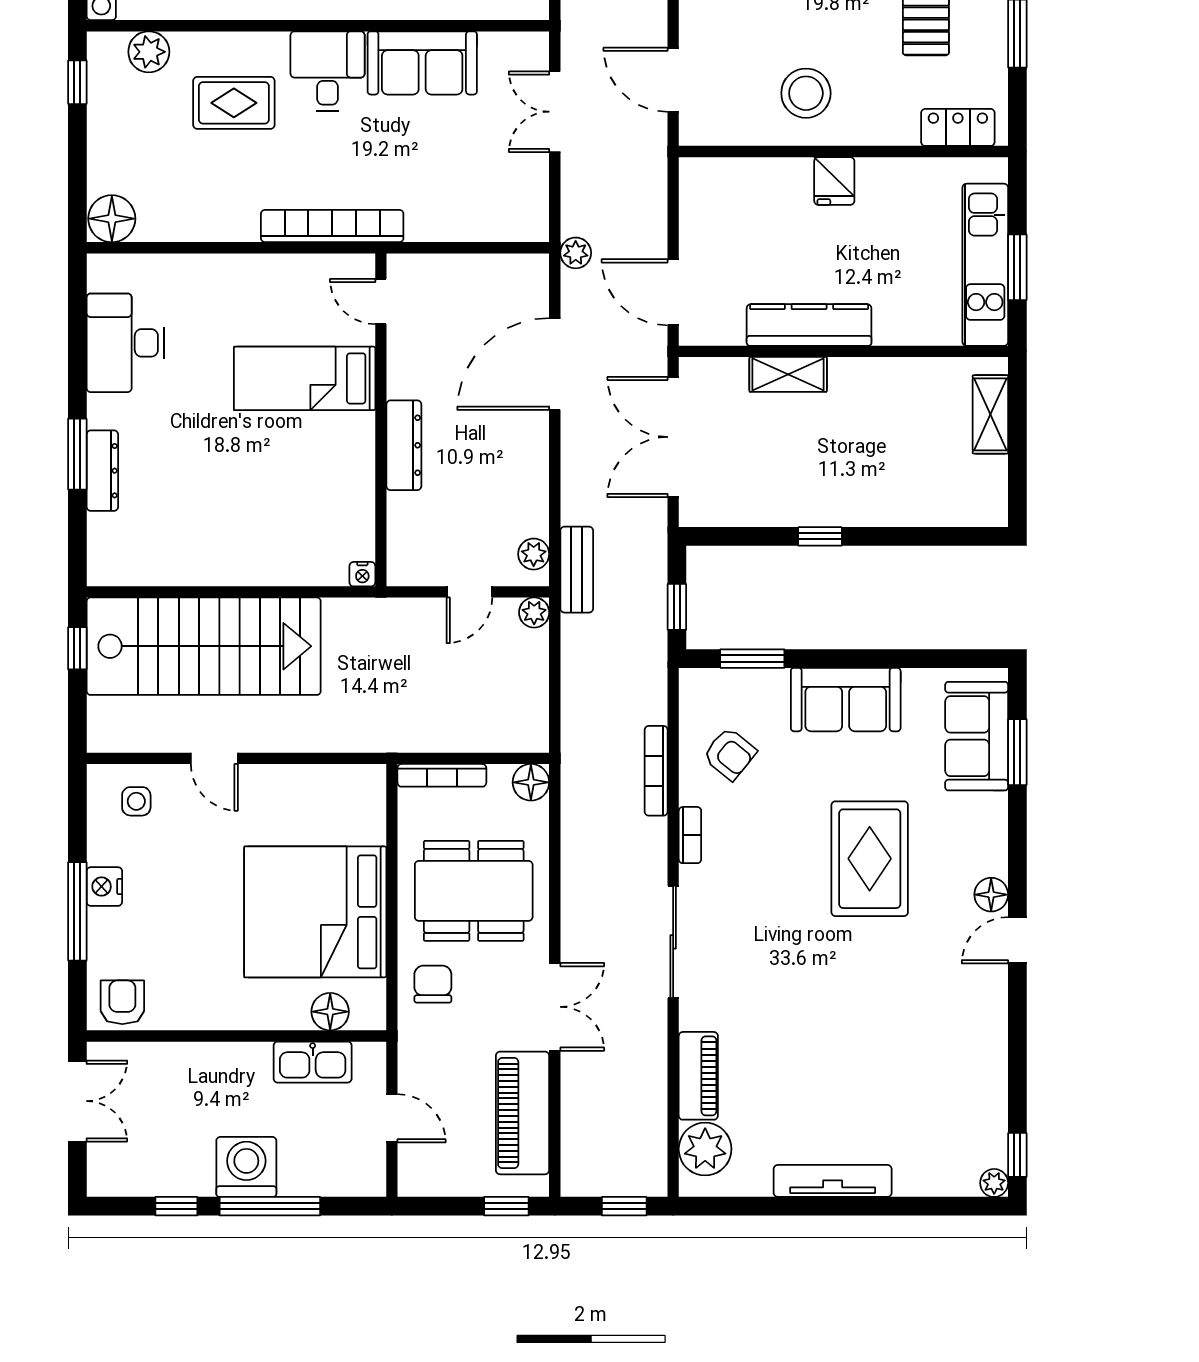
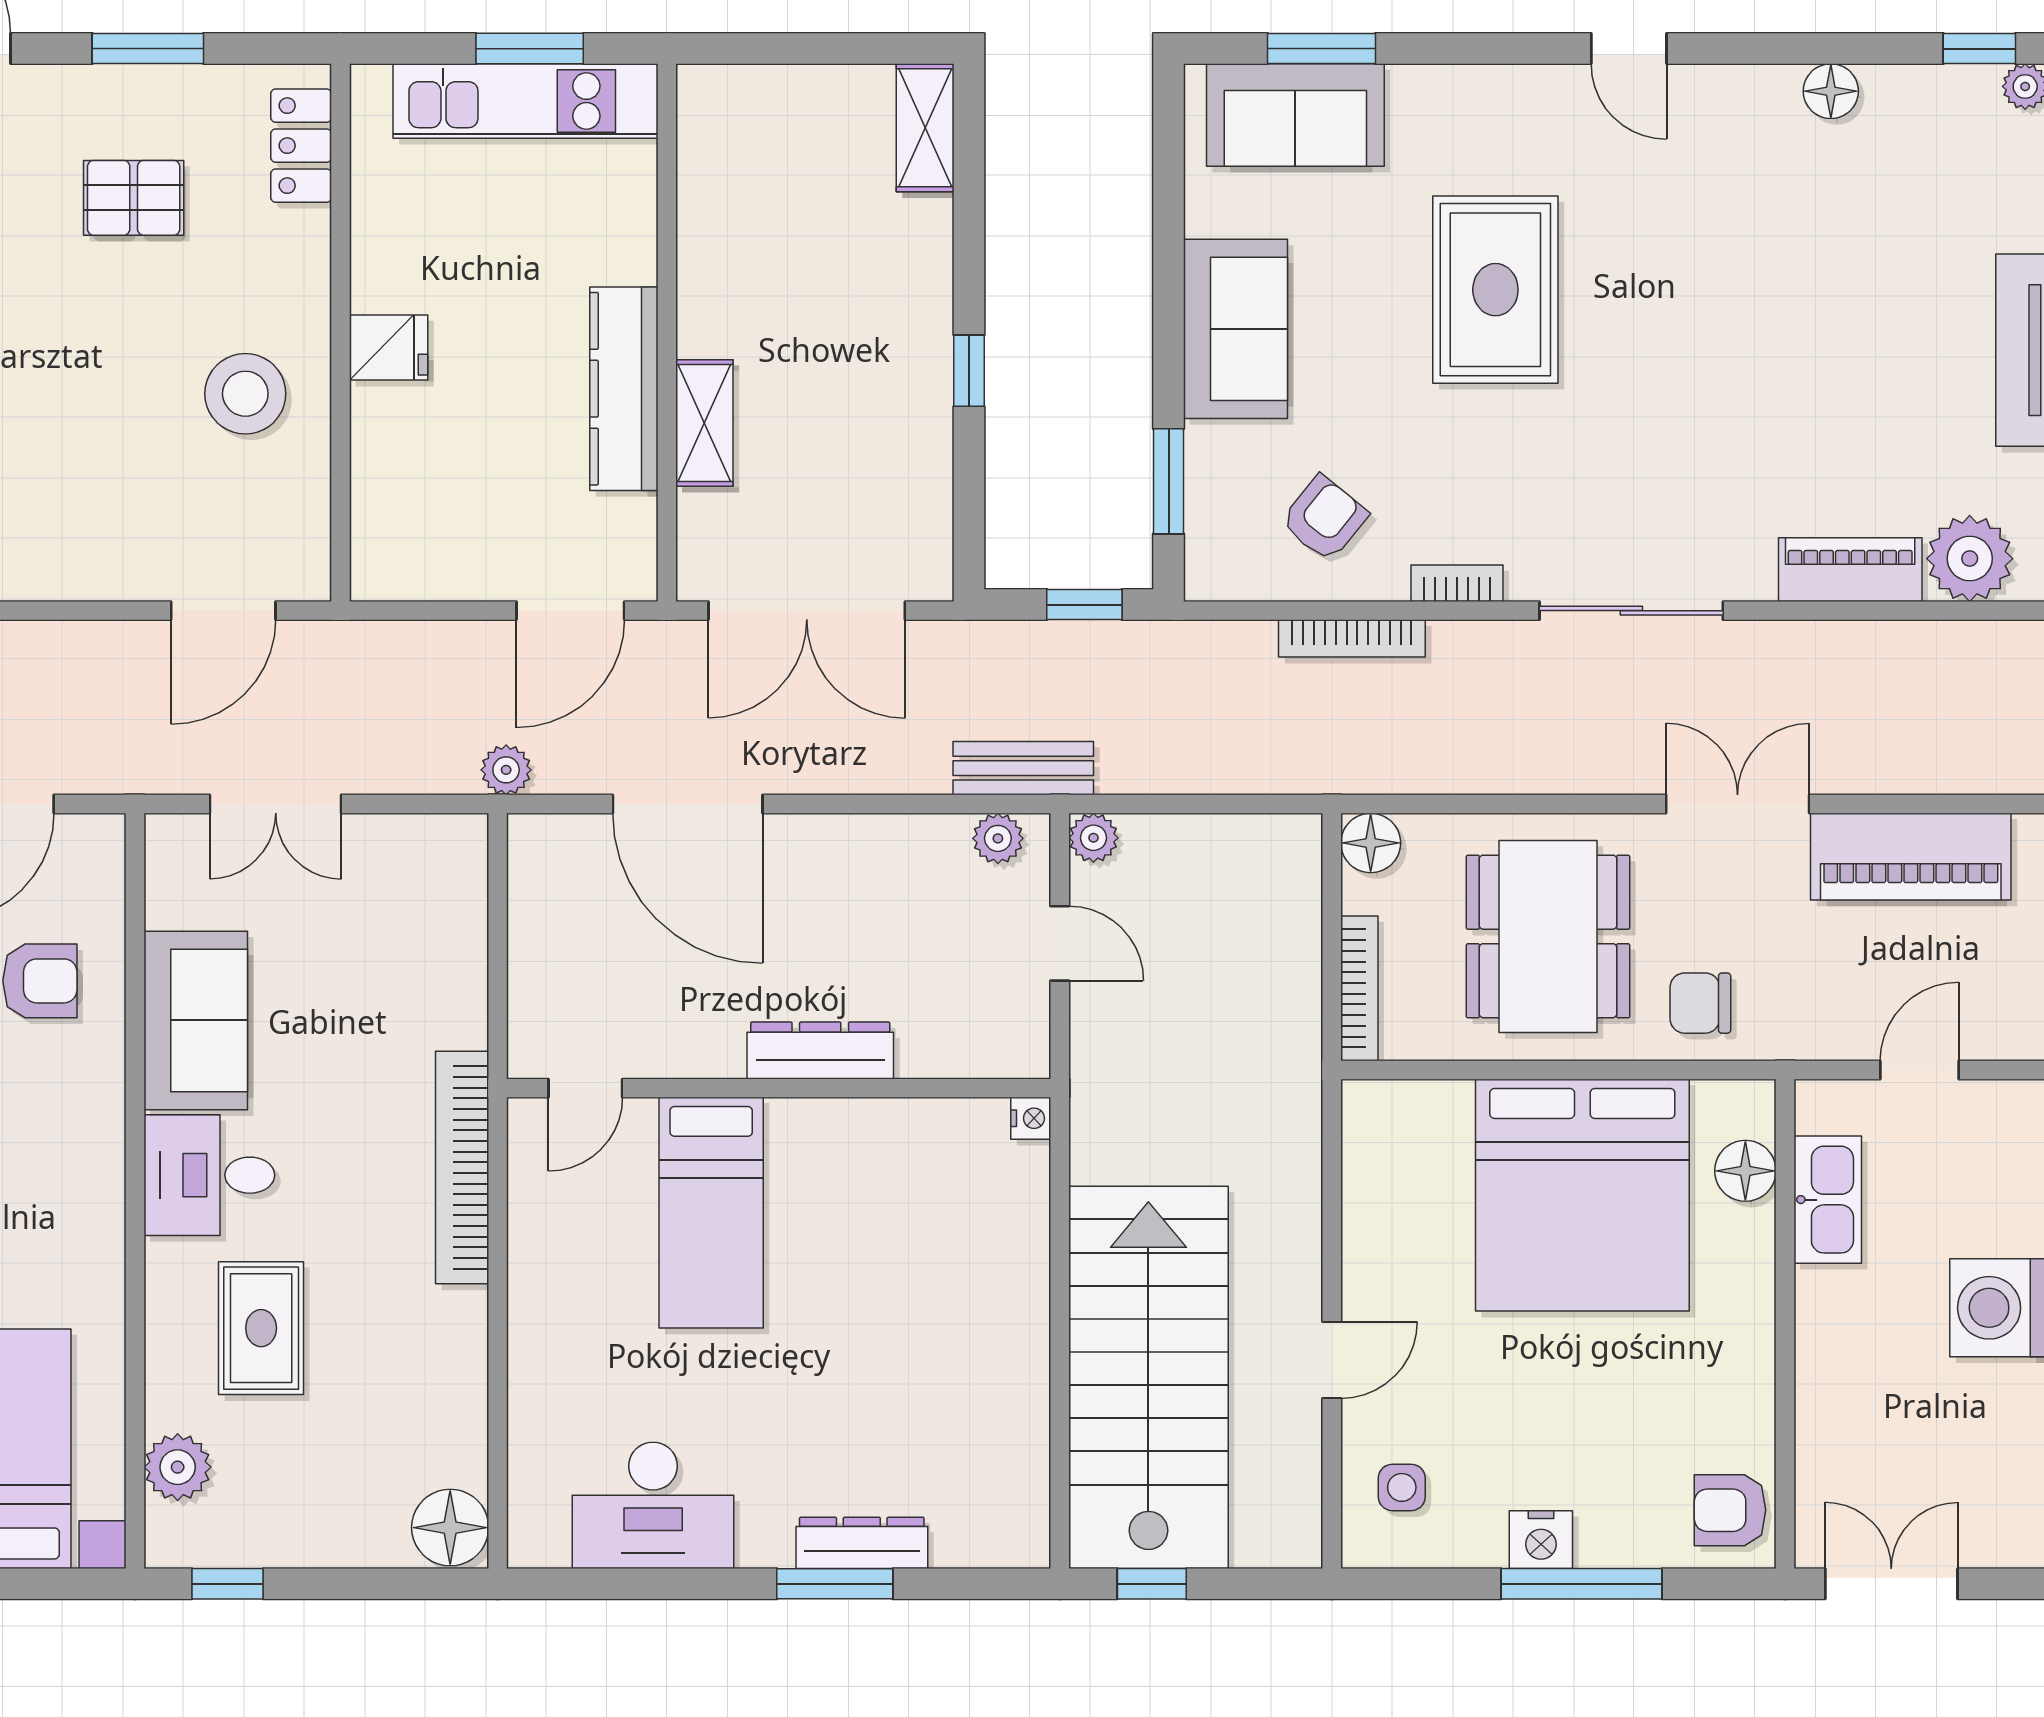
shelving: (990, 414) -> (925, 128), moved, turned 90
rug: (870, 859) -> (1495, 290), turned 90
floor lamp: (991, 895) -> (1831, 91), moved

